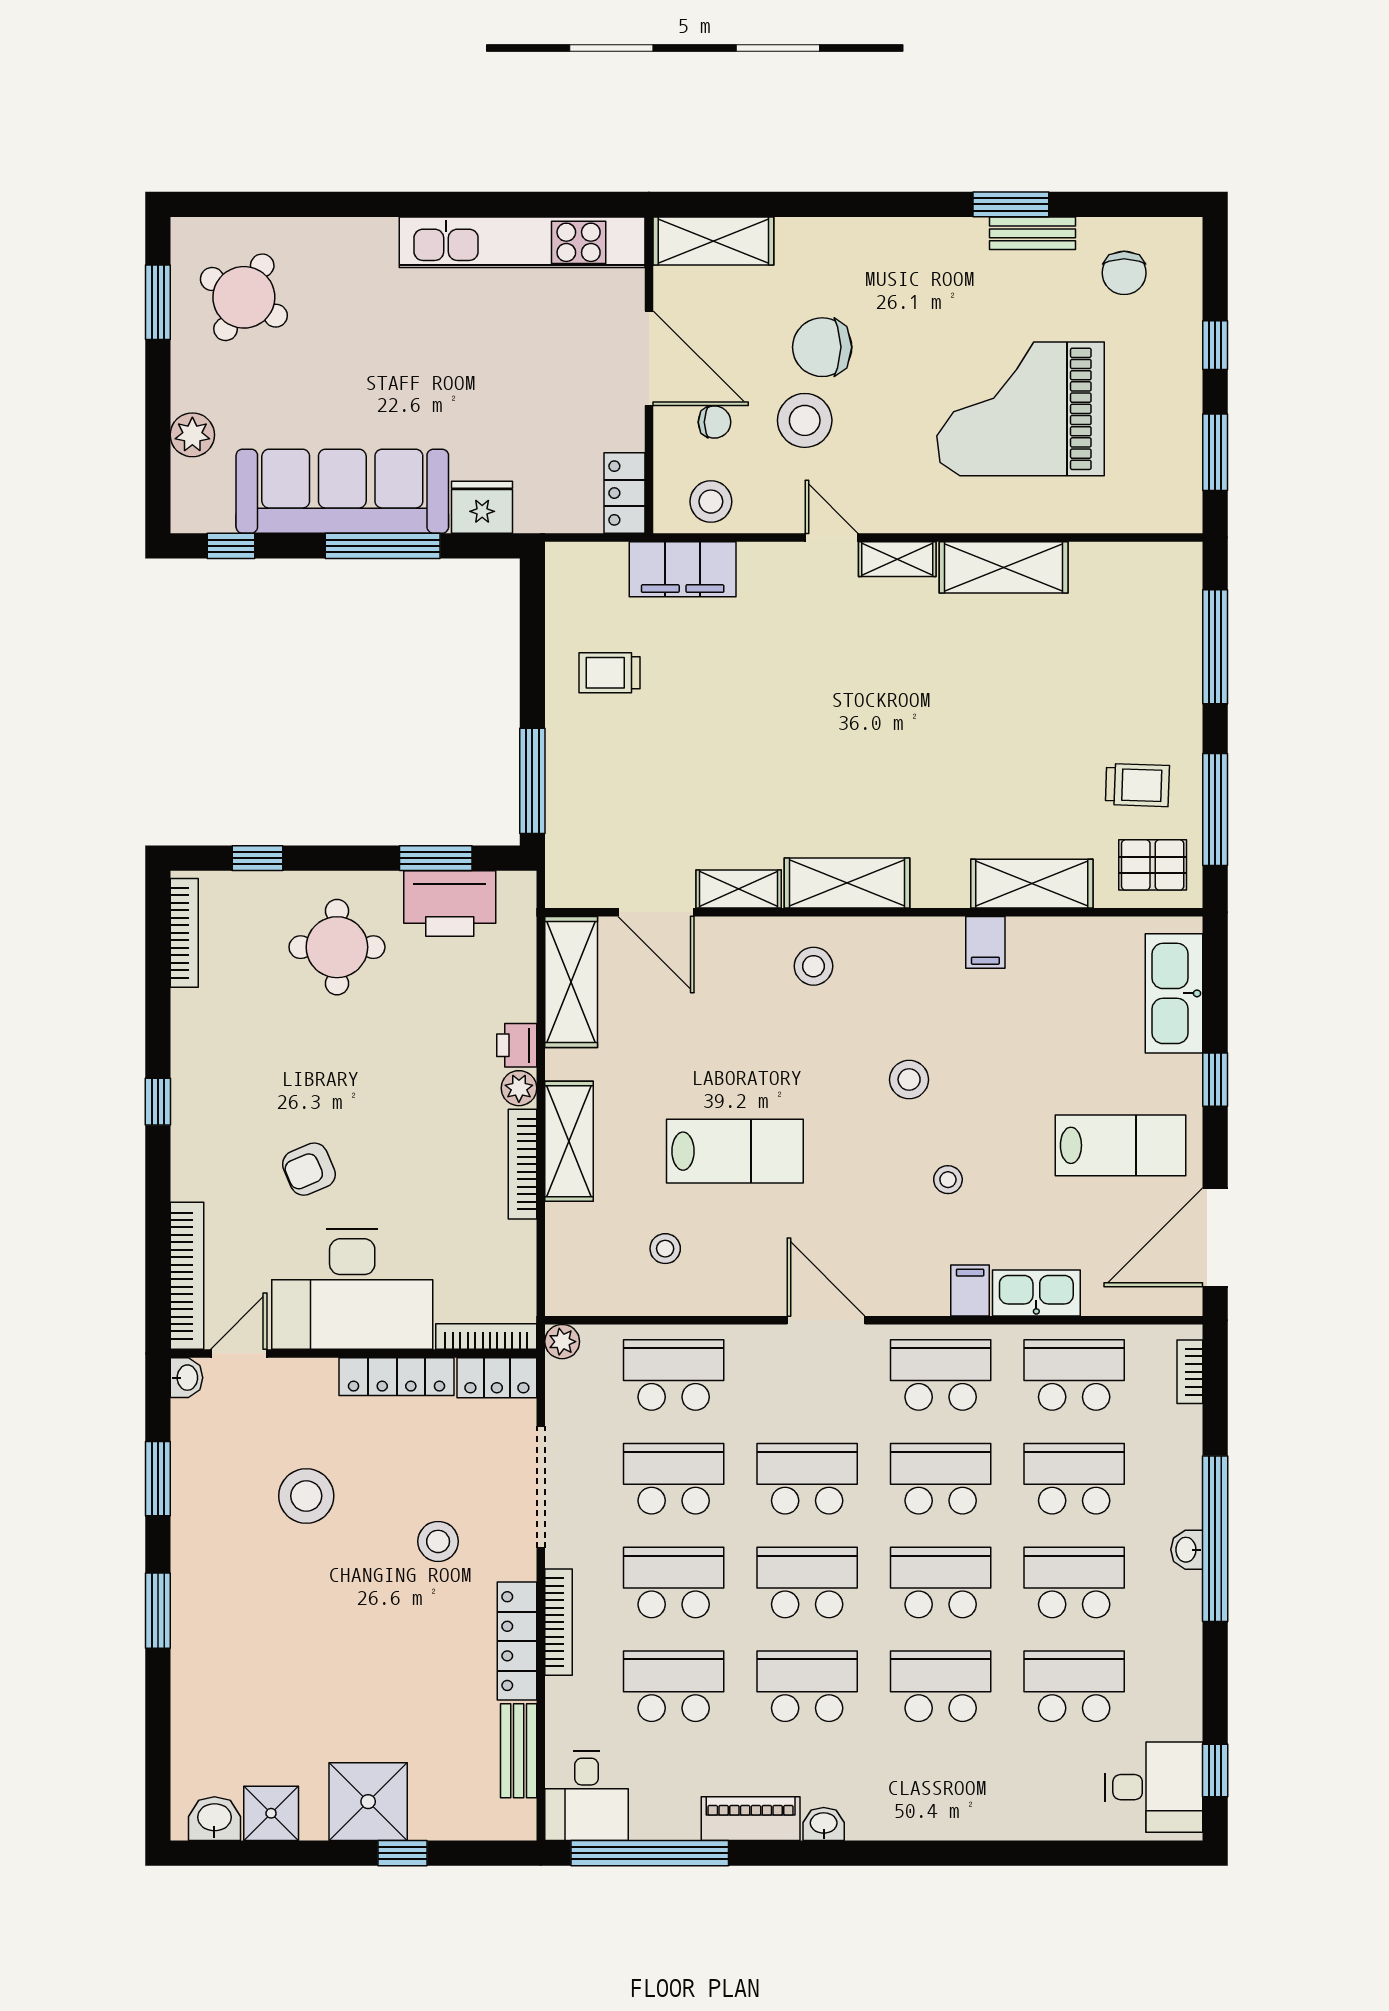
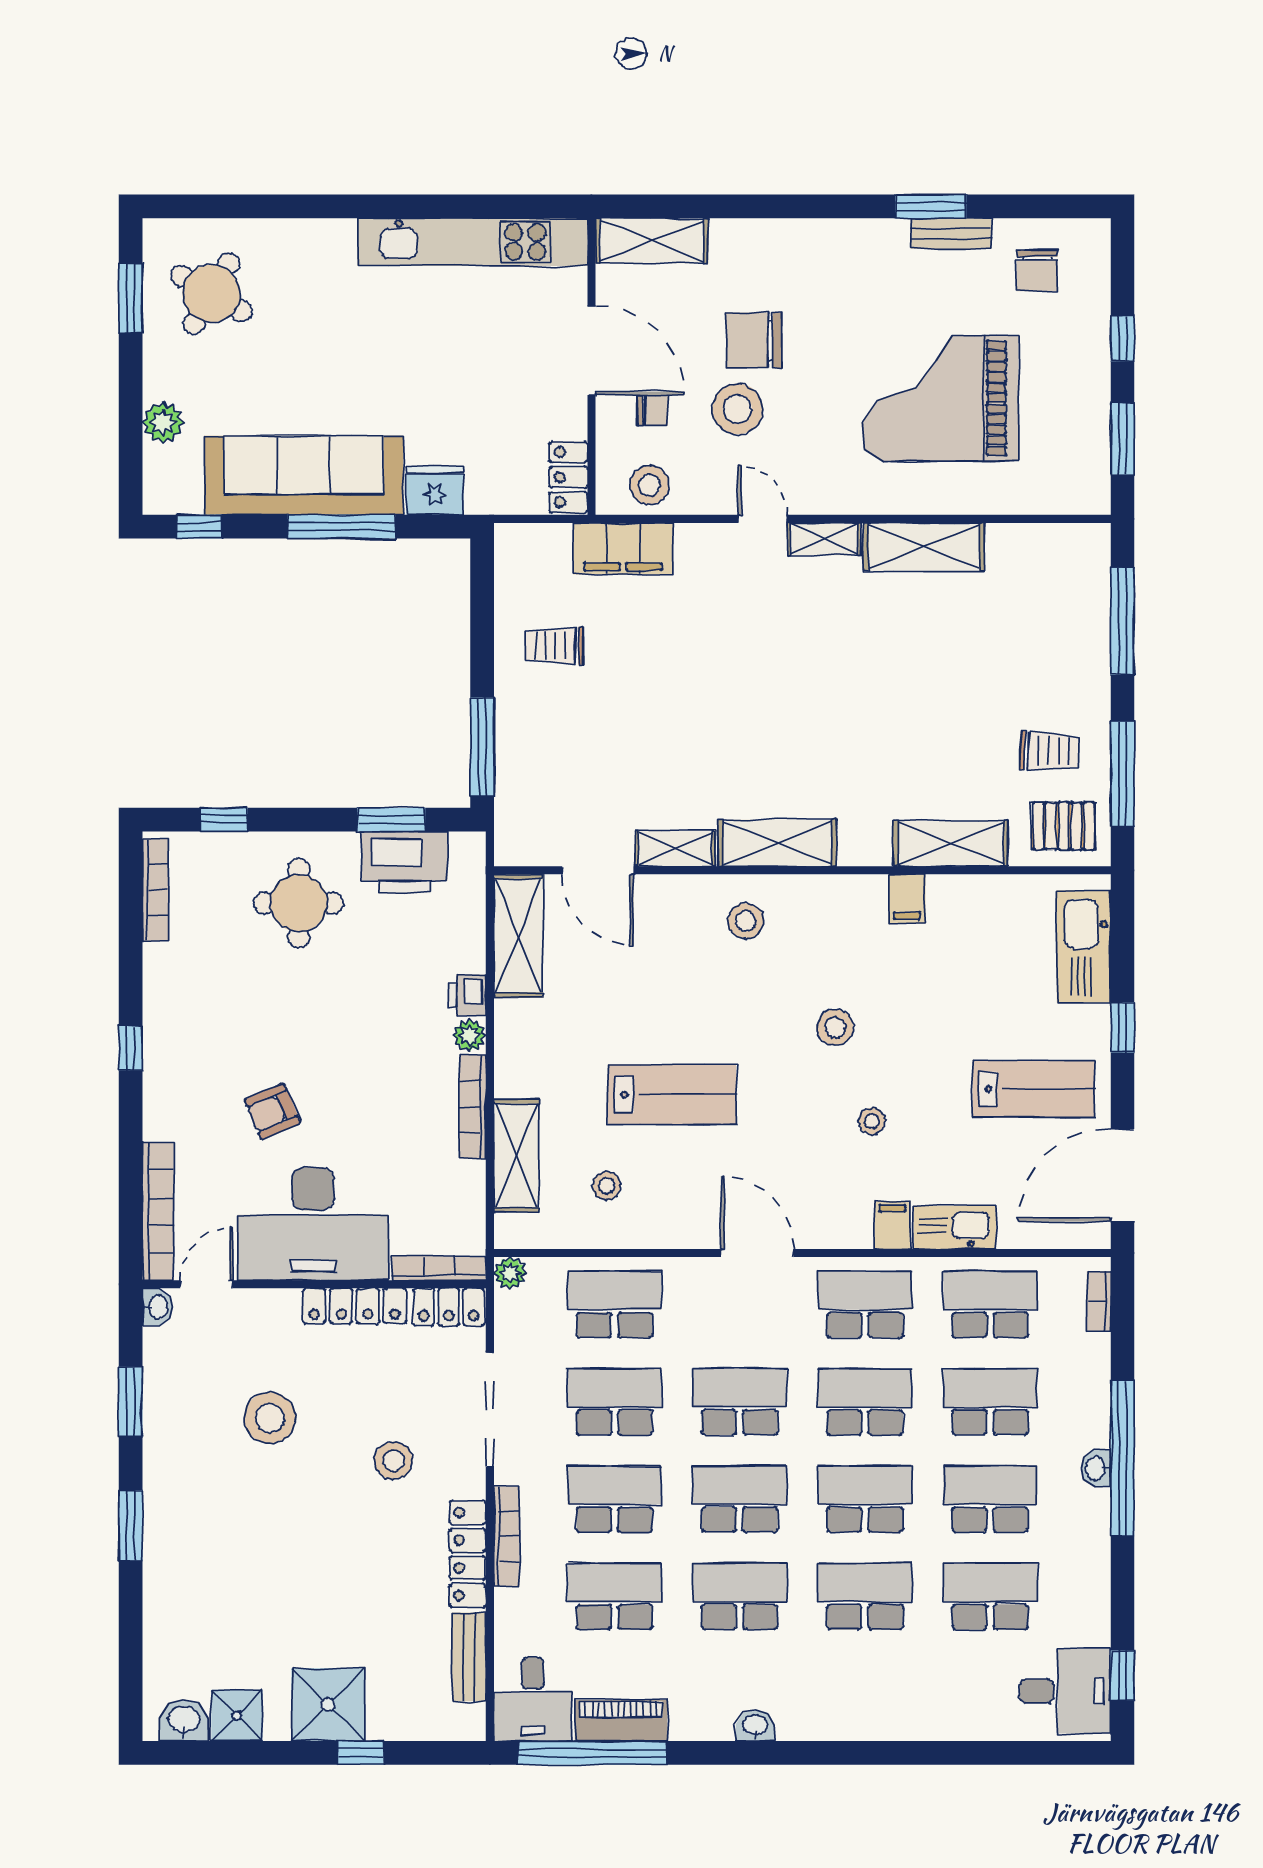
shelving: (569, 1141) -> (516, 1155), moved
piano: (751, 1819) -> (621, 1721), moved

